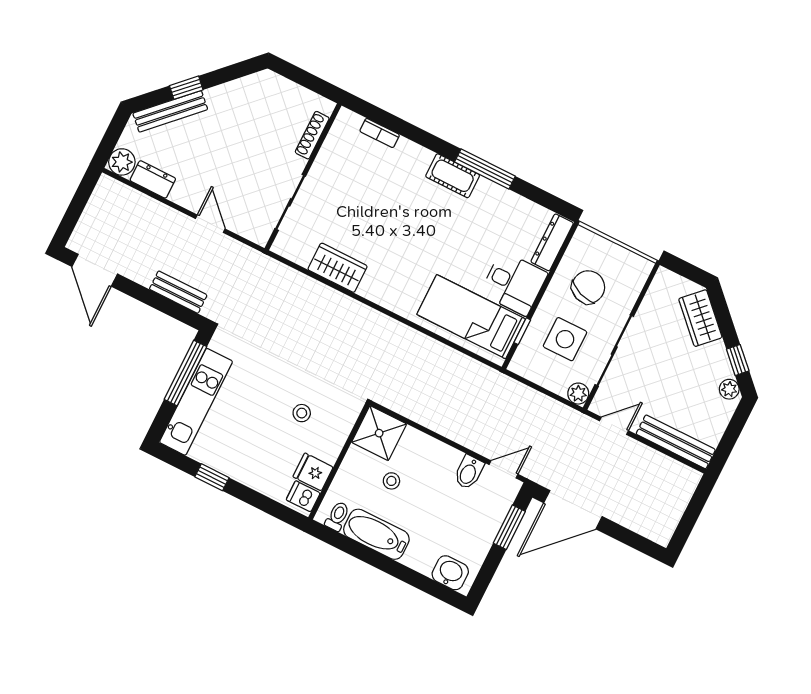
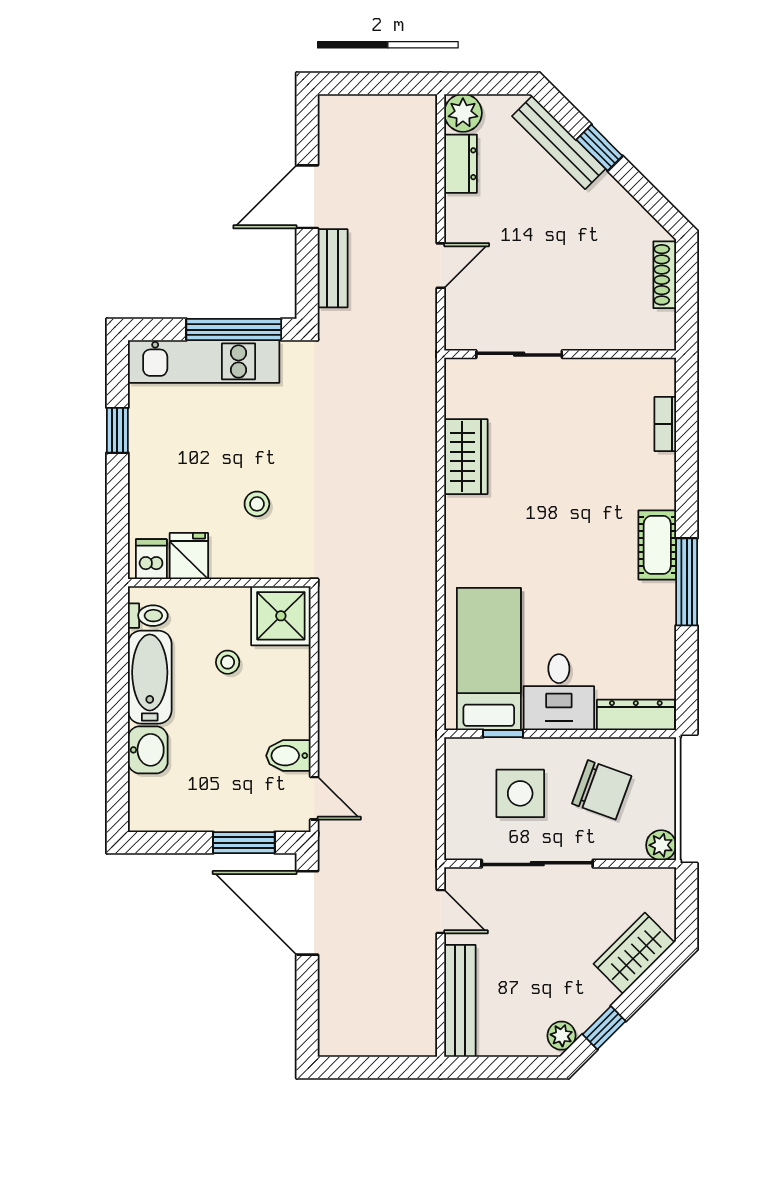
shoe rack: (312, 135) -> (665, 275), moved, turned -90
door: (95, 270) -> (307, 197), moved
plant: (578, 394) -> (661, 845), moved
washbasin: (450, 573) -> (148, 750), moved

